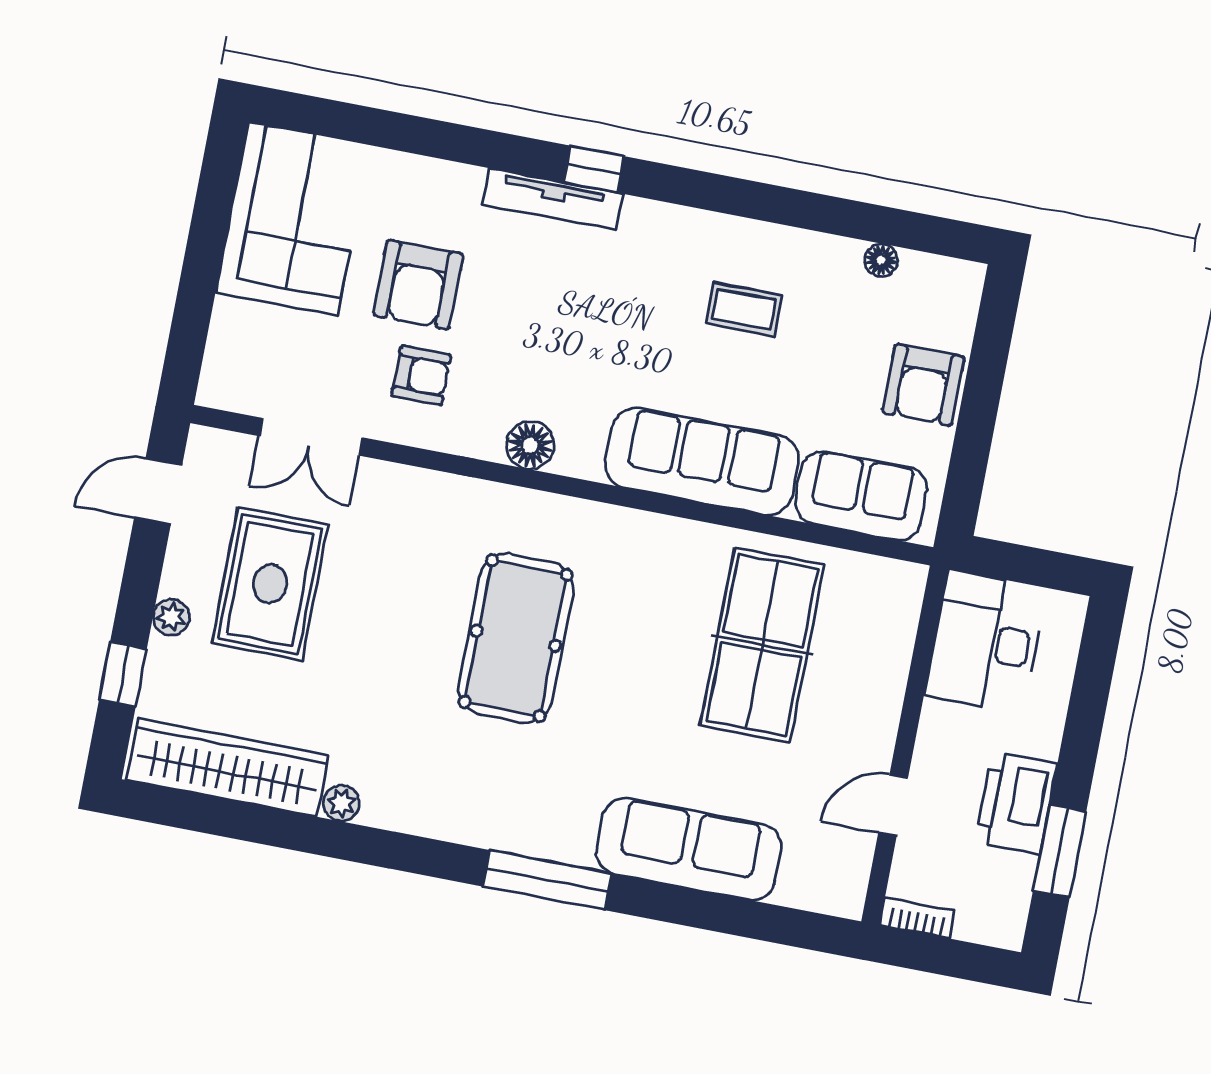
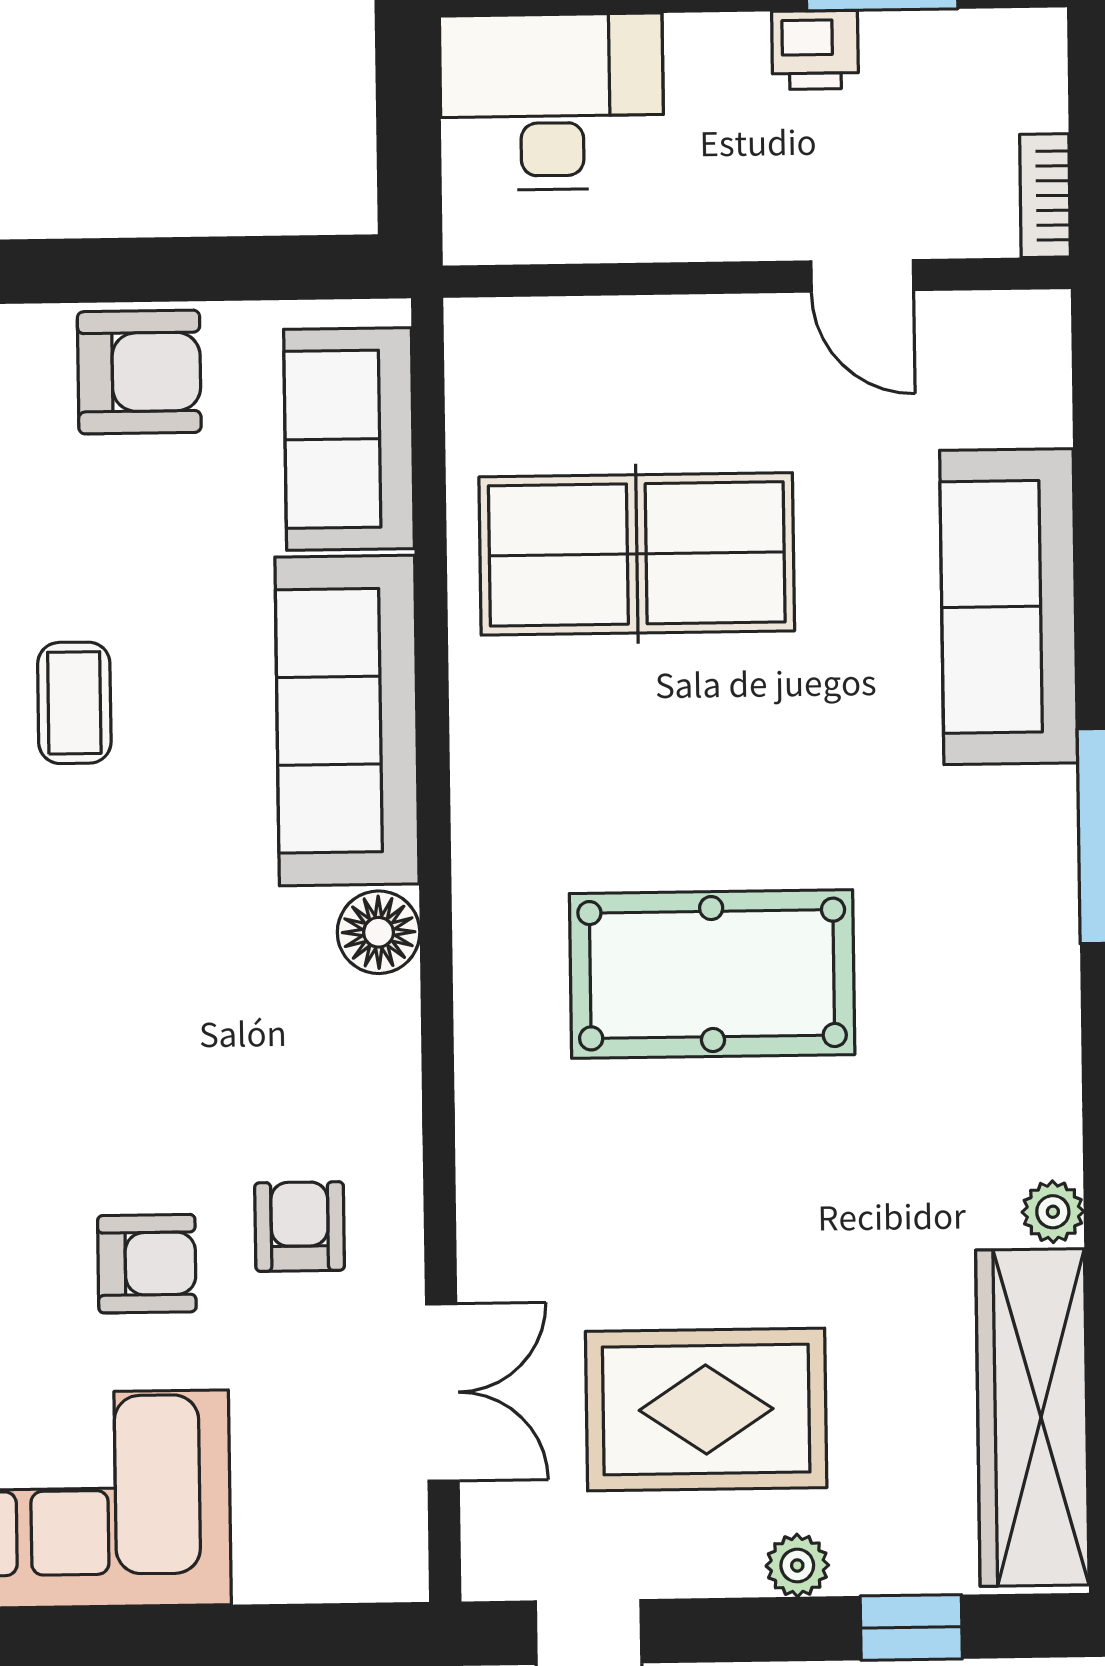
armchair: (418, 285) -> (147, 1264), width x0.72, depth x0.72
floor lamp: (530, 445) -> (379, 932), moved
desk: (986, 642) -> (552, 102), moved, turned 180
printer: (1016, 803) -> (815, 50), width x0.53, depth x0.68

